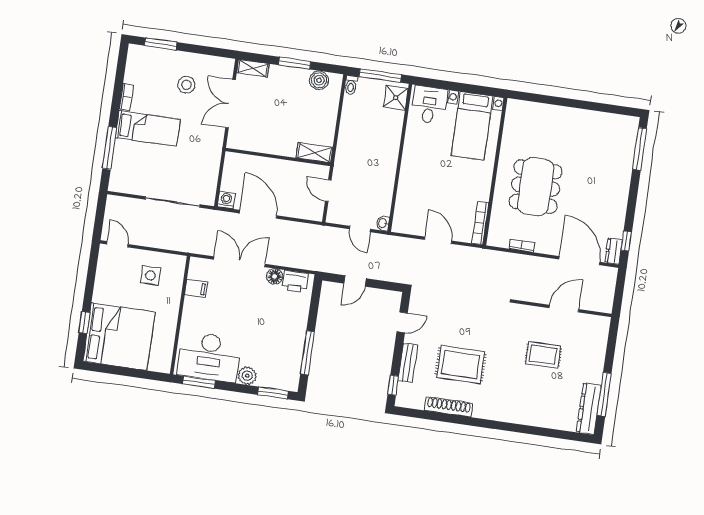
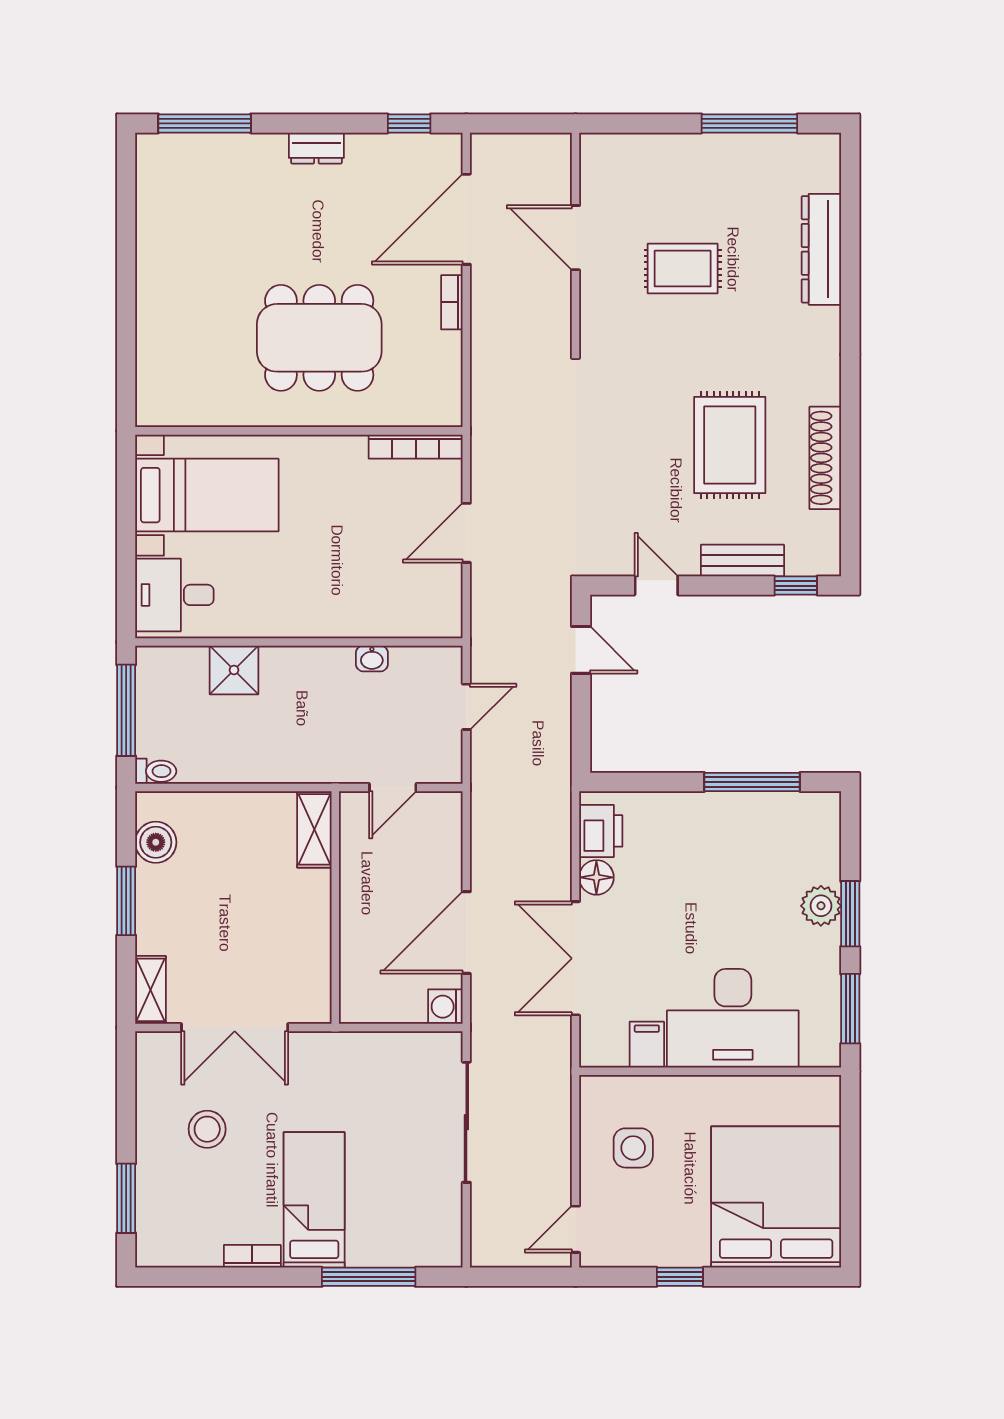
shower: (396, 98) -> (234, 670), moved
washbasin: (383, 223) -> (372, 659), moved
bookcase: (522, 246) -> (452, 302), moved
dresser: (614, 251) -> (316, 148), moved
door: (355, 281) -> (581, 650), moved
window: (84, 323) -> (680, 1277), moved
rug: (543, 355) -> (683, 269), turned 90
desk: (209, 357) -> (733, 1018), moved, turned 90
window: (273, 393) -> (850, 914), moved
dresser: (589, 409) -> (821, 249), moved, turned 90

